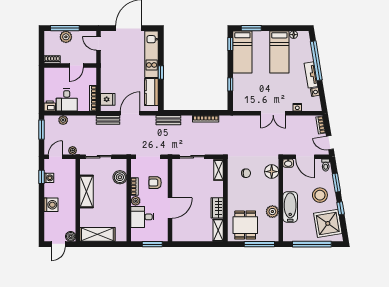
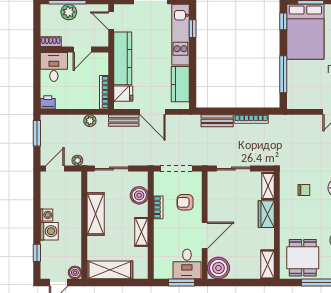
bed: (242, 52) -> (305, 32), width x1.50
kitchen counter: (107, 72) -> (123, 58), added
window: (161, 73) -> (193, 29), moved
window: (230, 84) -> (283, 74), width x2.17
desk: (67, 100) -> (54, 67), moved, turned 180
door: (130, 113) -> (153, 112), swing flipped
plant: (63, 120) -> (90, 121), moved
bench: (168, 120) -> (217, 121), moved
window: (41, 177) -> (37, 253), moved
washing machine: (49, 178) -> (47, 215), moved
plant: (136, 201) -> (160, 226), removed
shelving: (122, 205) -> (141, 232), added
wardrobe: (217, 208) -> (266, 214), moved
desk: (142, 217) -> (187, 264), moved, turned -90
boiler: (181, 233) -> (218, 268), added

